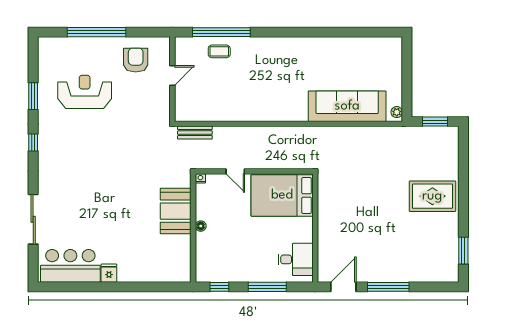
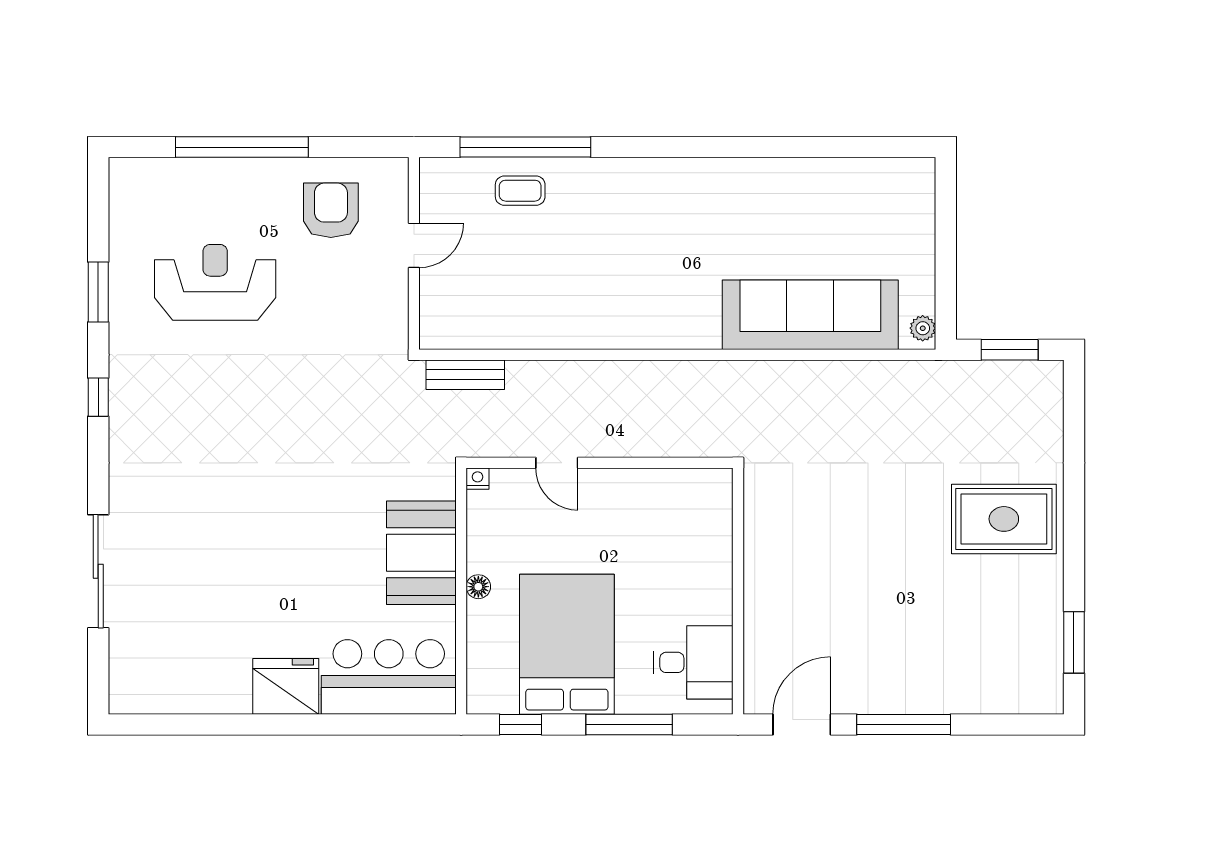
bed: (282, 195) -> (567, 644), moved, turned 90
bar counter: (70, 266) -> (389, 677), moved
fridge: (109, 273) -> (286, 686), width x1.88, depth x1.34

